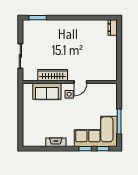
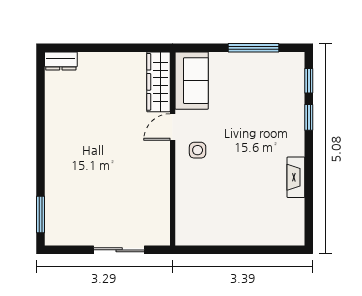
wardrobe: (53, 75) -> (158, 82), moved
door: (80, 82) -> (173, 127), swing flipped
sofa: (47, 91) -> (192, 81), moved
corner sofa: (96, 131) -> (273, 96), removed

